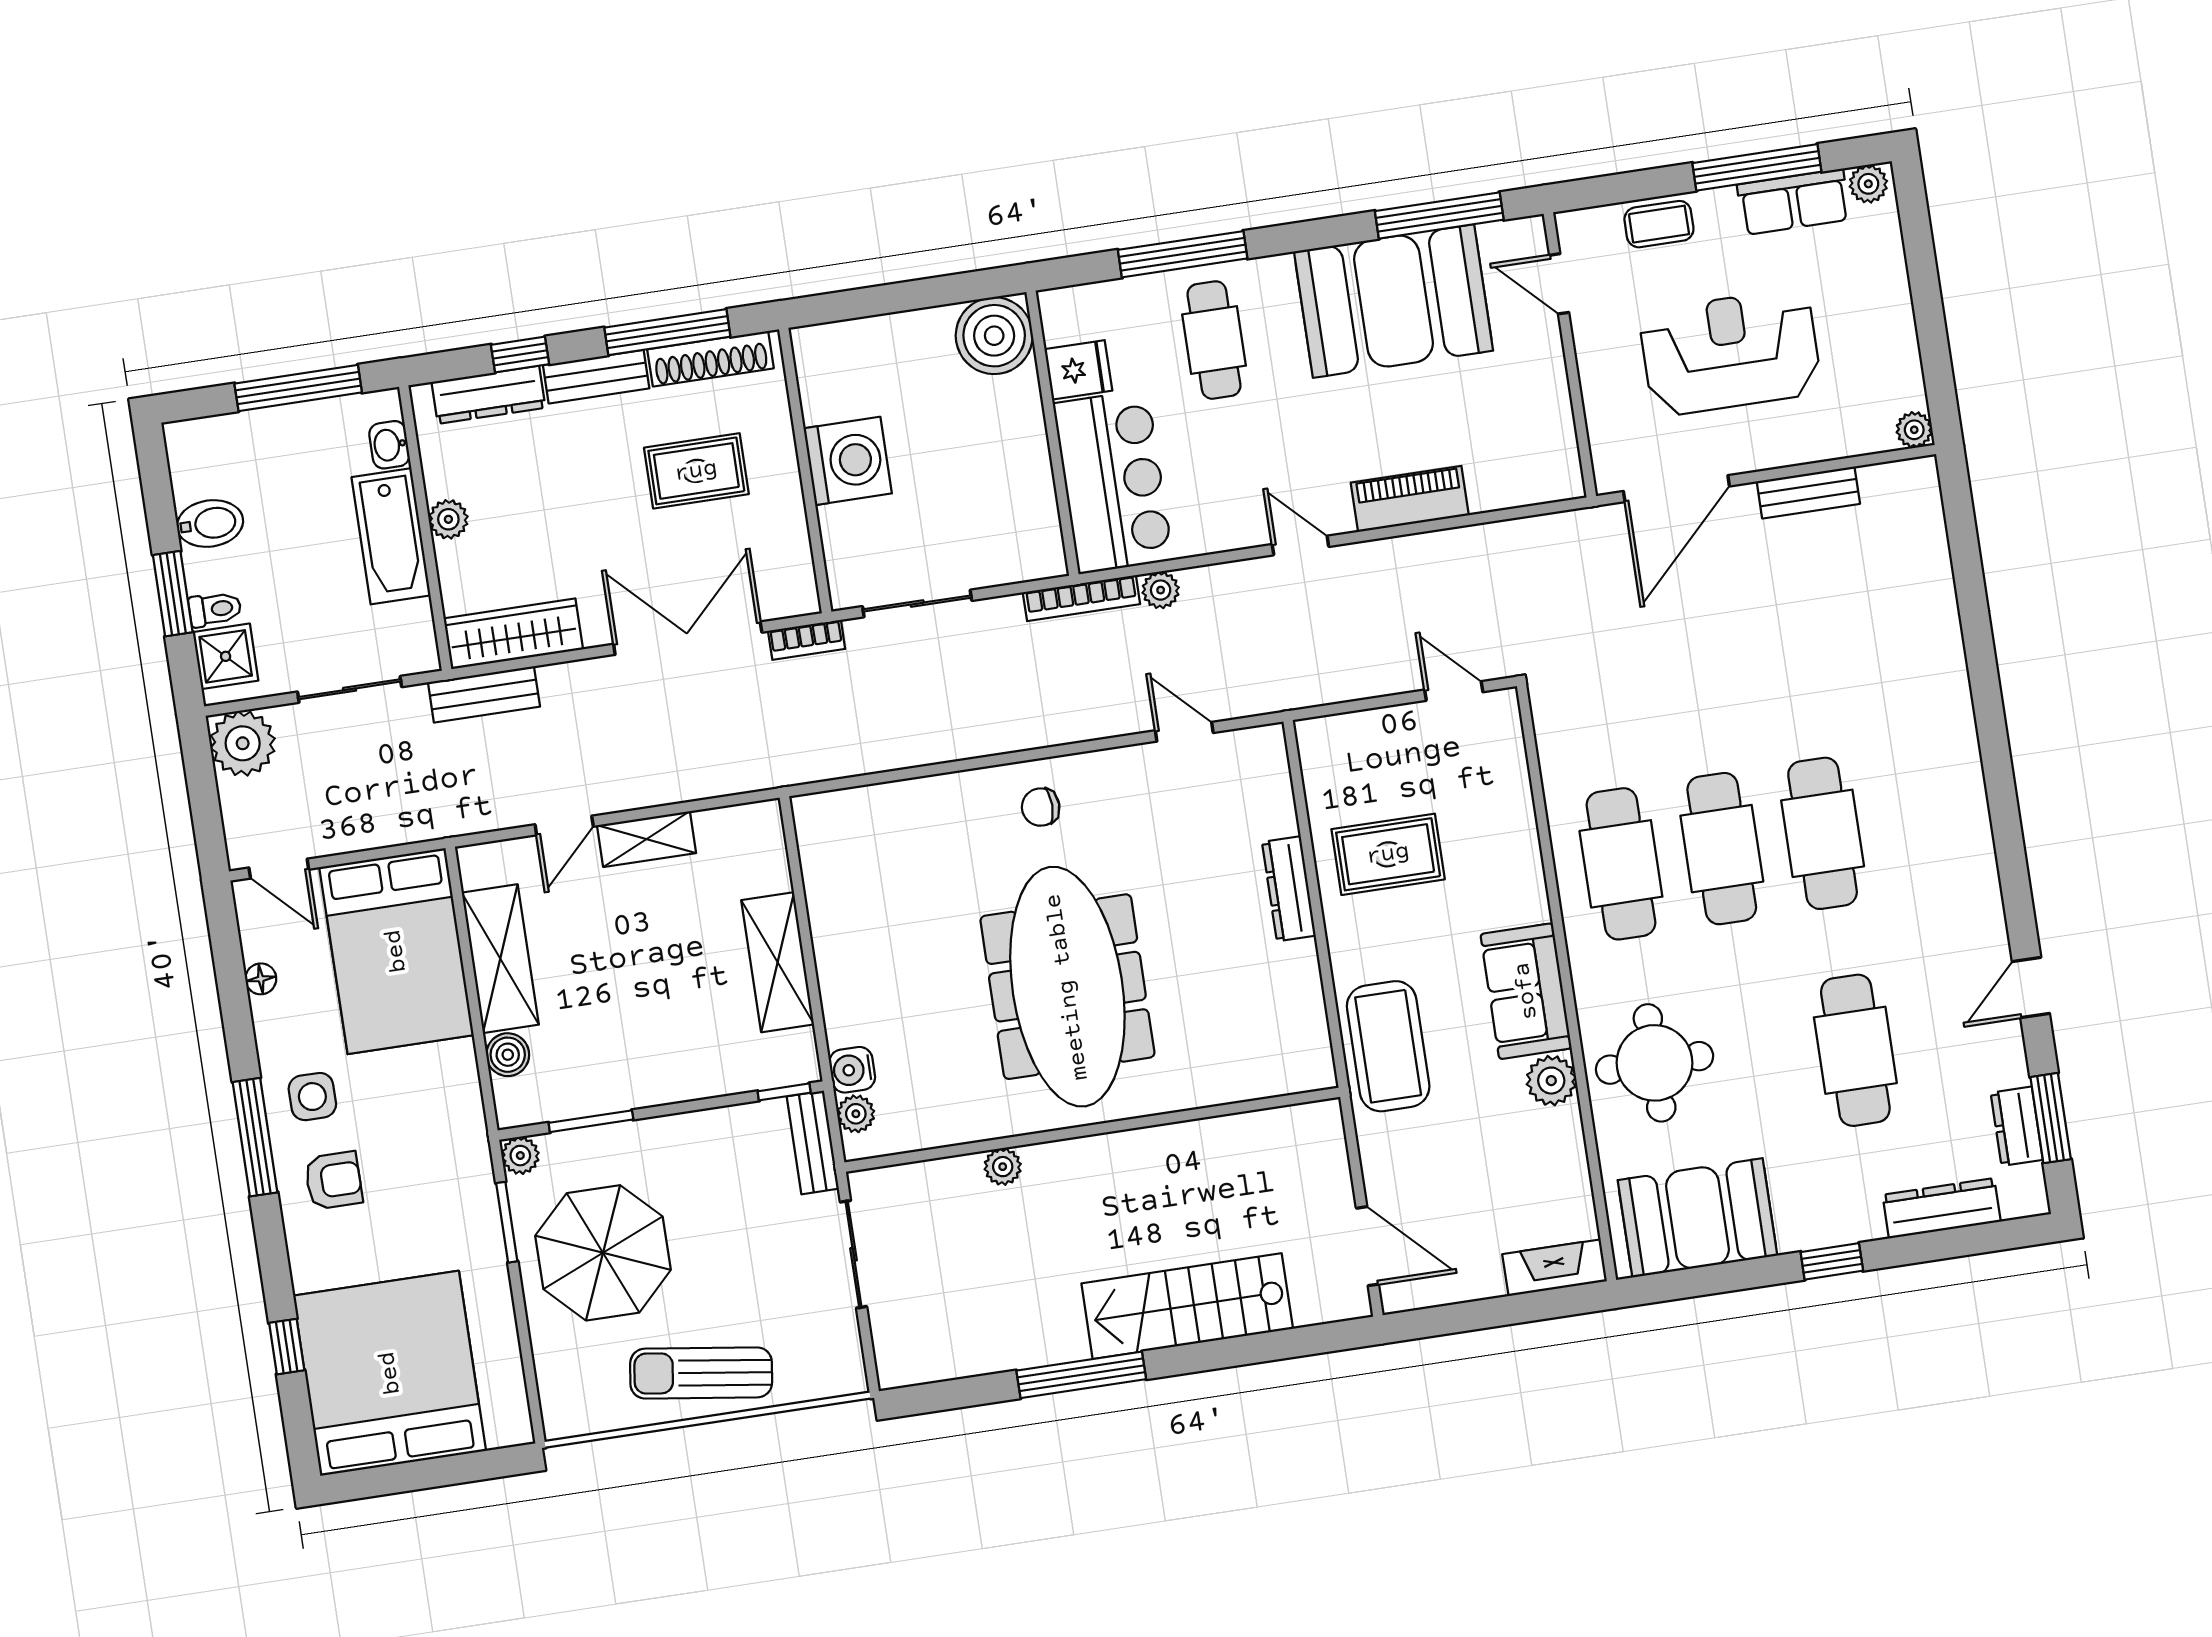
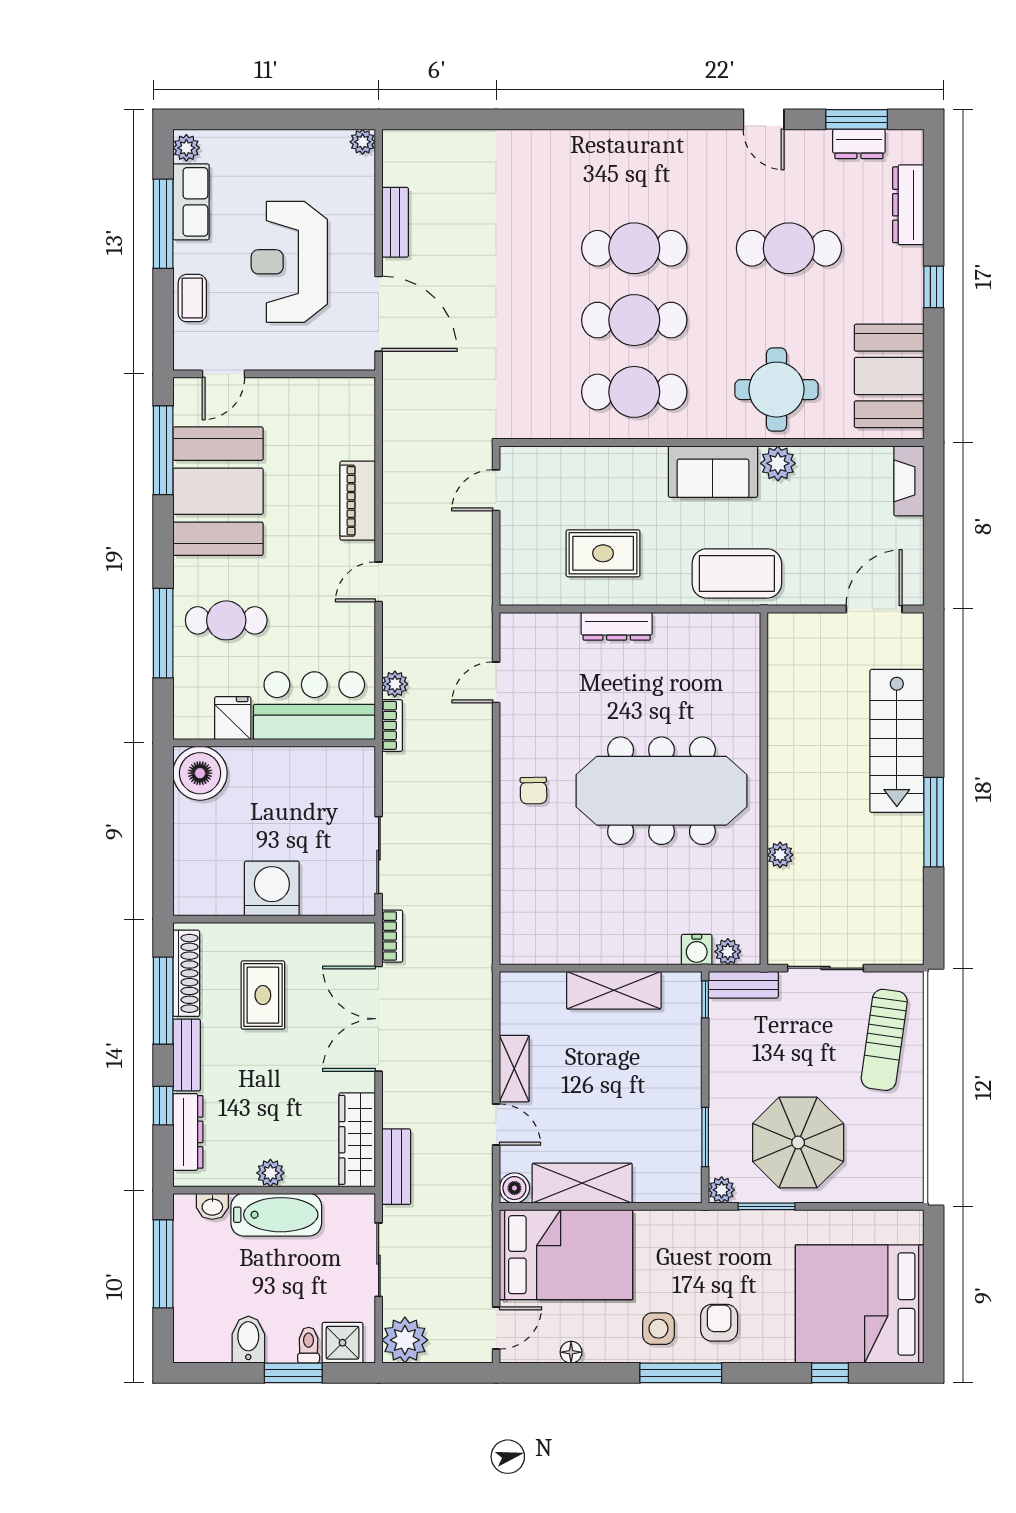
bookcase: (1081, 598) -> (392, 725), width x0.64
rug: (1388, 854) -> (603, 553), turned 90
boiler: (508, 1055) -> (514, 1188), moved
sun lounger: (701, 1373) -> (884, 1040), moved

